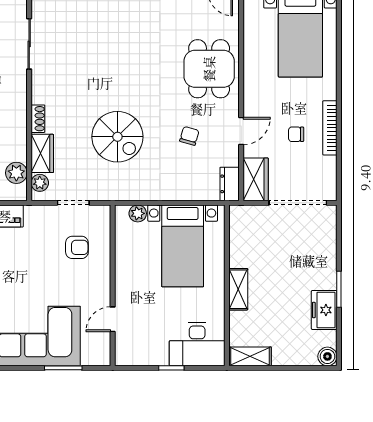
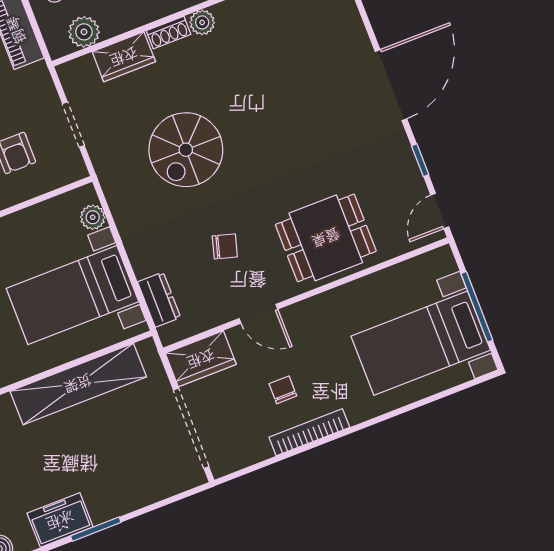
plant: (40, 183) -> (202, 22), moved
dresser: (230, 184) -> (159, 300), moved, turned 90
shelving: (238, 289) -> (78, 384), width x2.20, depth x1.33

